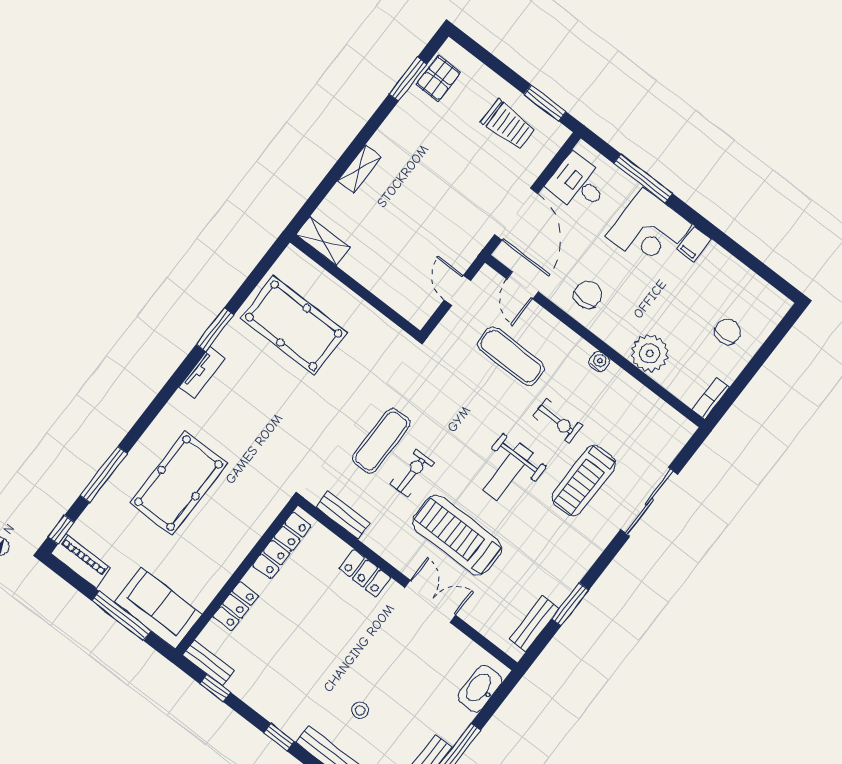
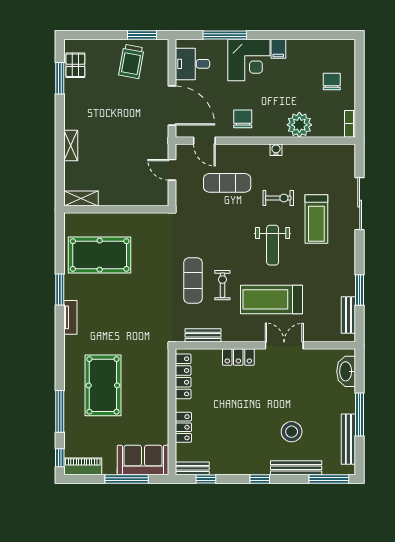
trolley: (508, 125) -> (131, 61), turned 100
stool: (360, 710) -> (292, 432), width x1.89, depth x1.89

